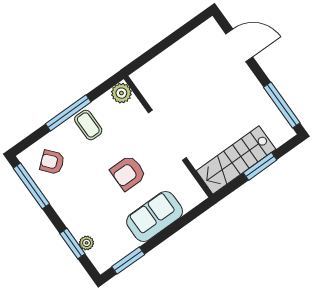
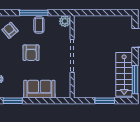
stairs: (236, 160) -> (124, 74), moved, turned -90
armchair: (128, 173) -> (31, 53), moved, turned -90

